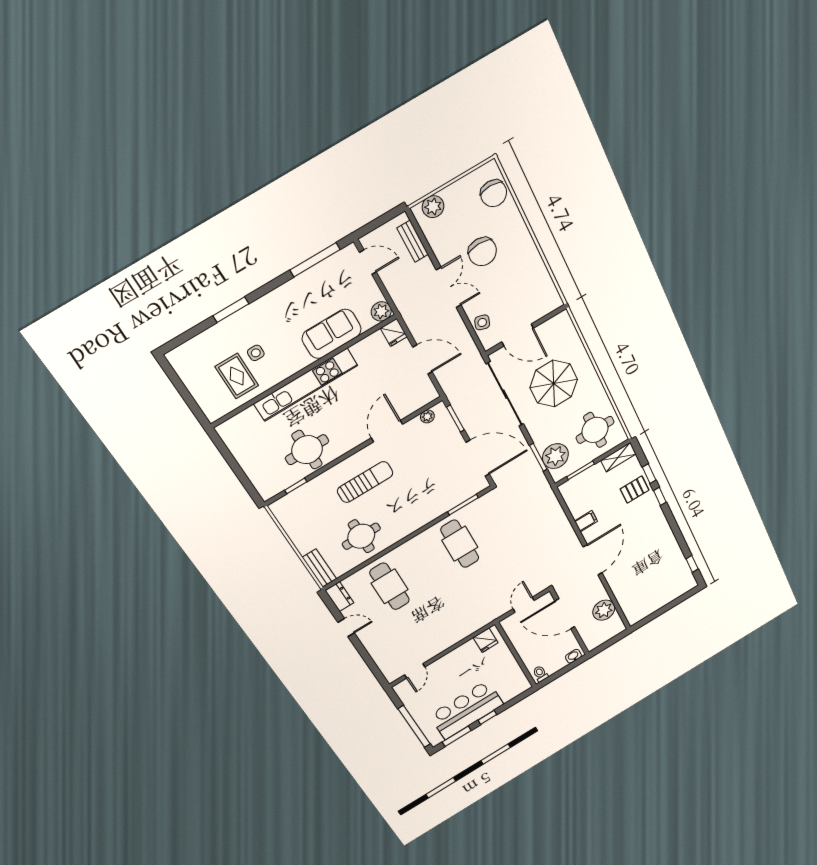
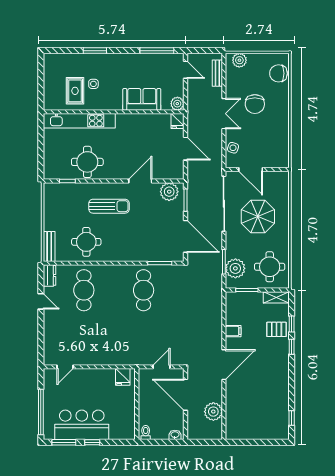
chair: (494, 193) -> (278, 73), turned 90
kitchen unit: (306, 385) -> (79, 121), moved
plant: (427, 417) -> (169, 192), width x1.88, depth x1.88

